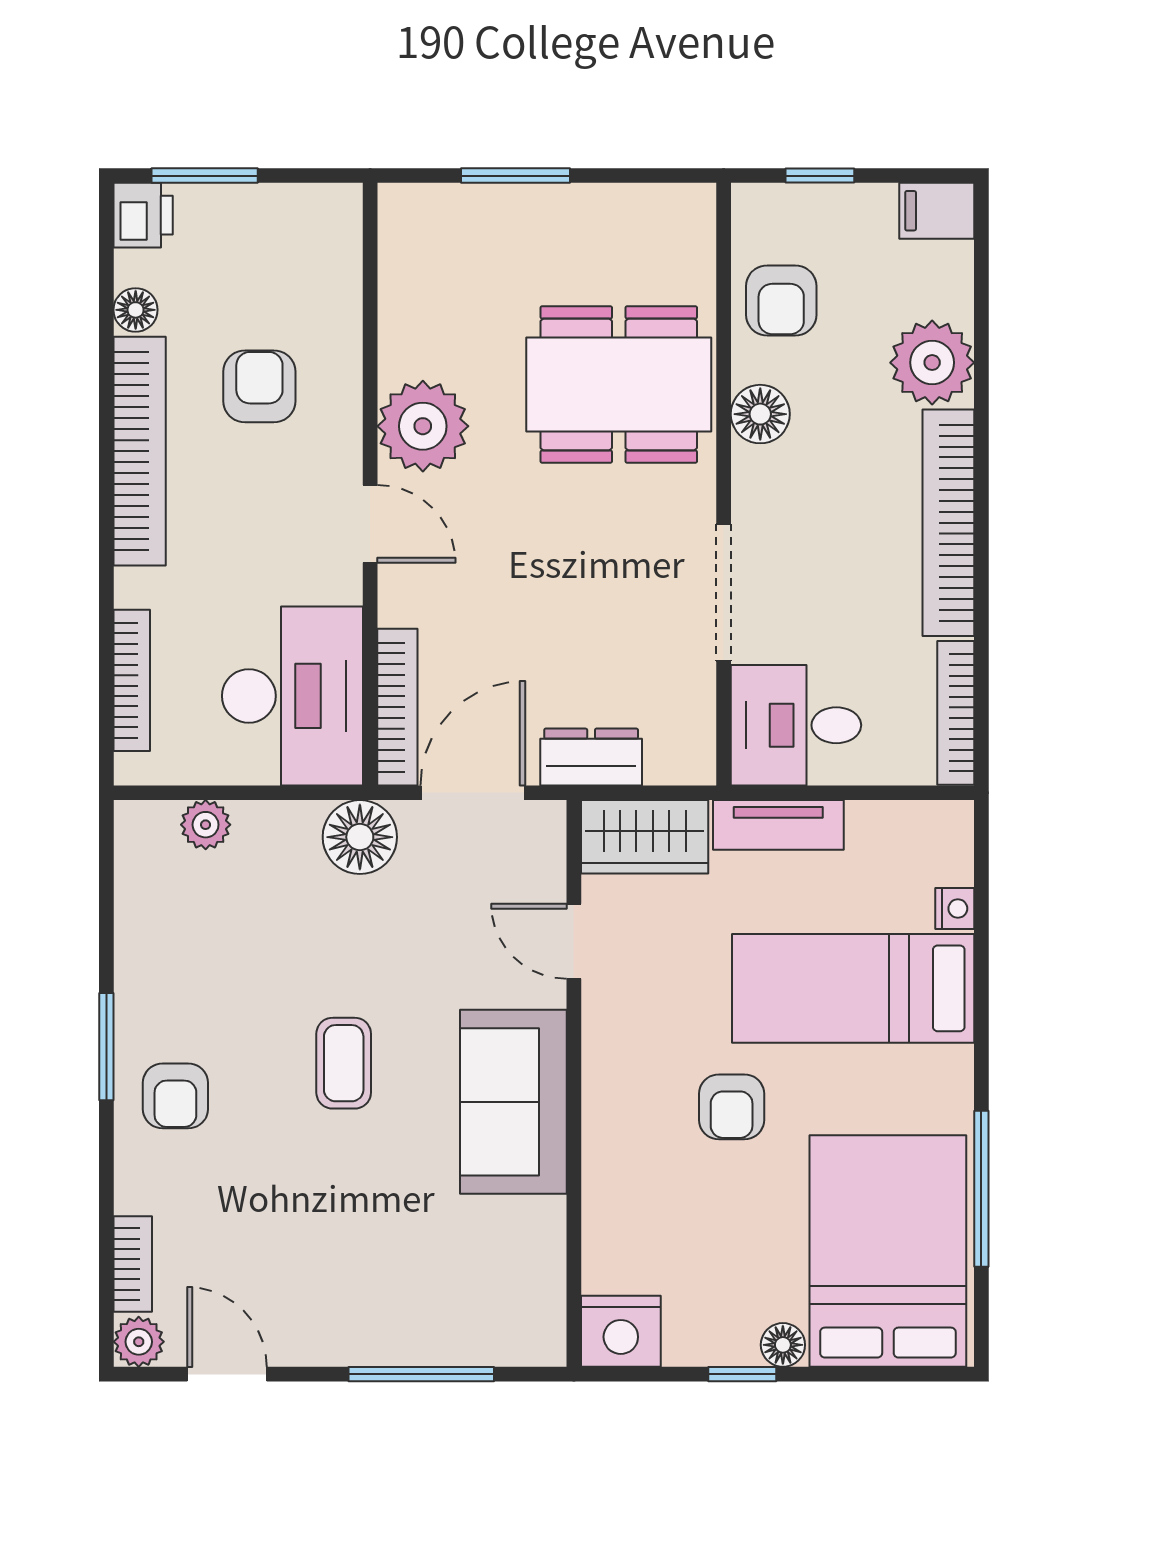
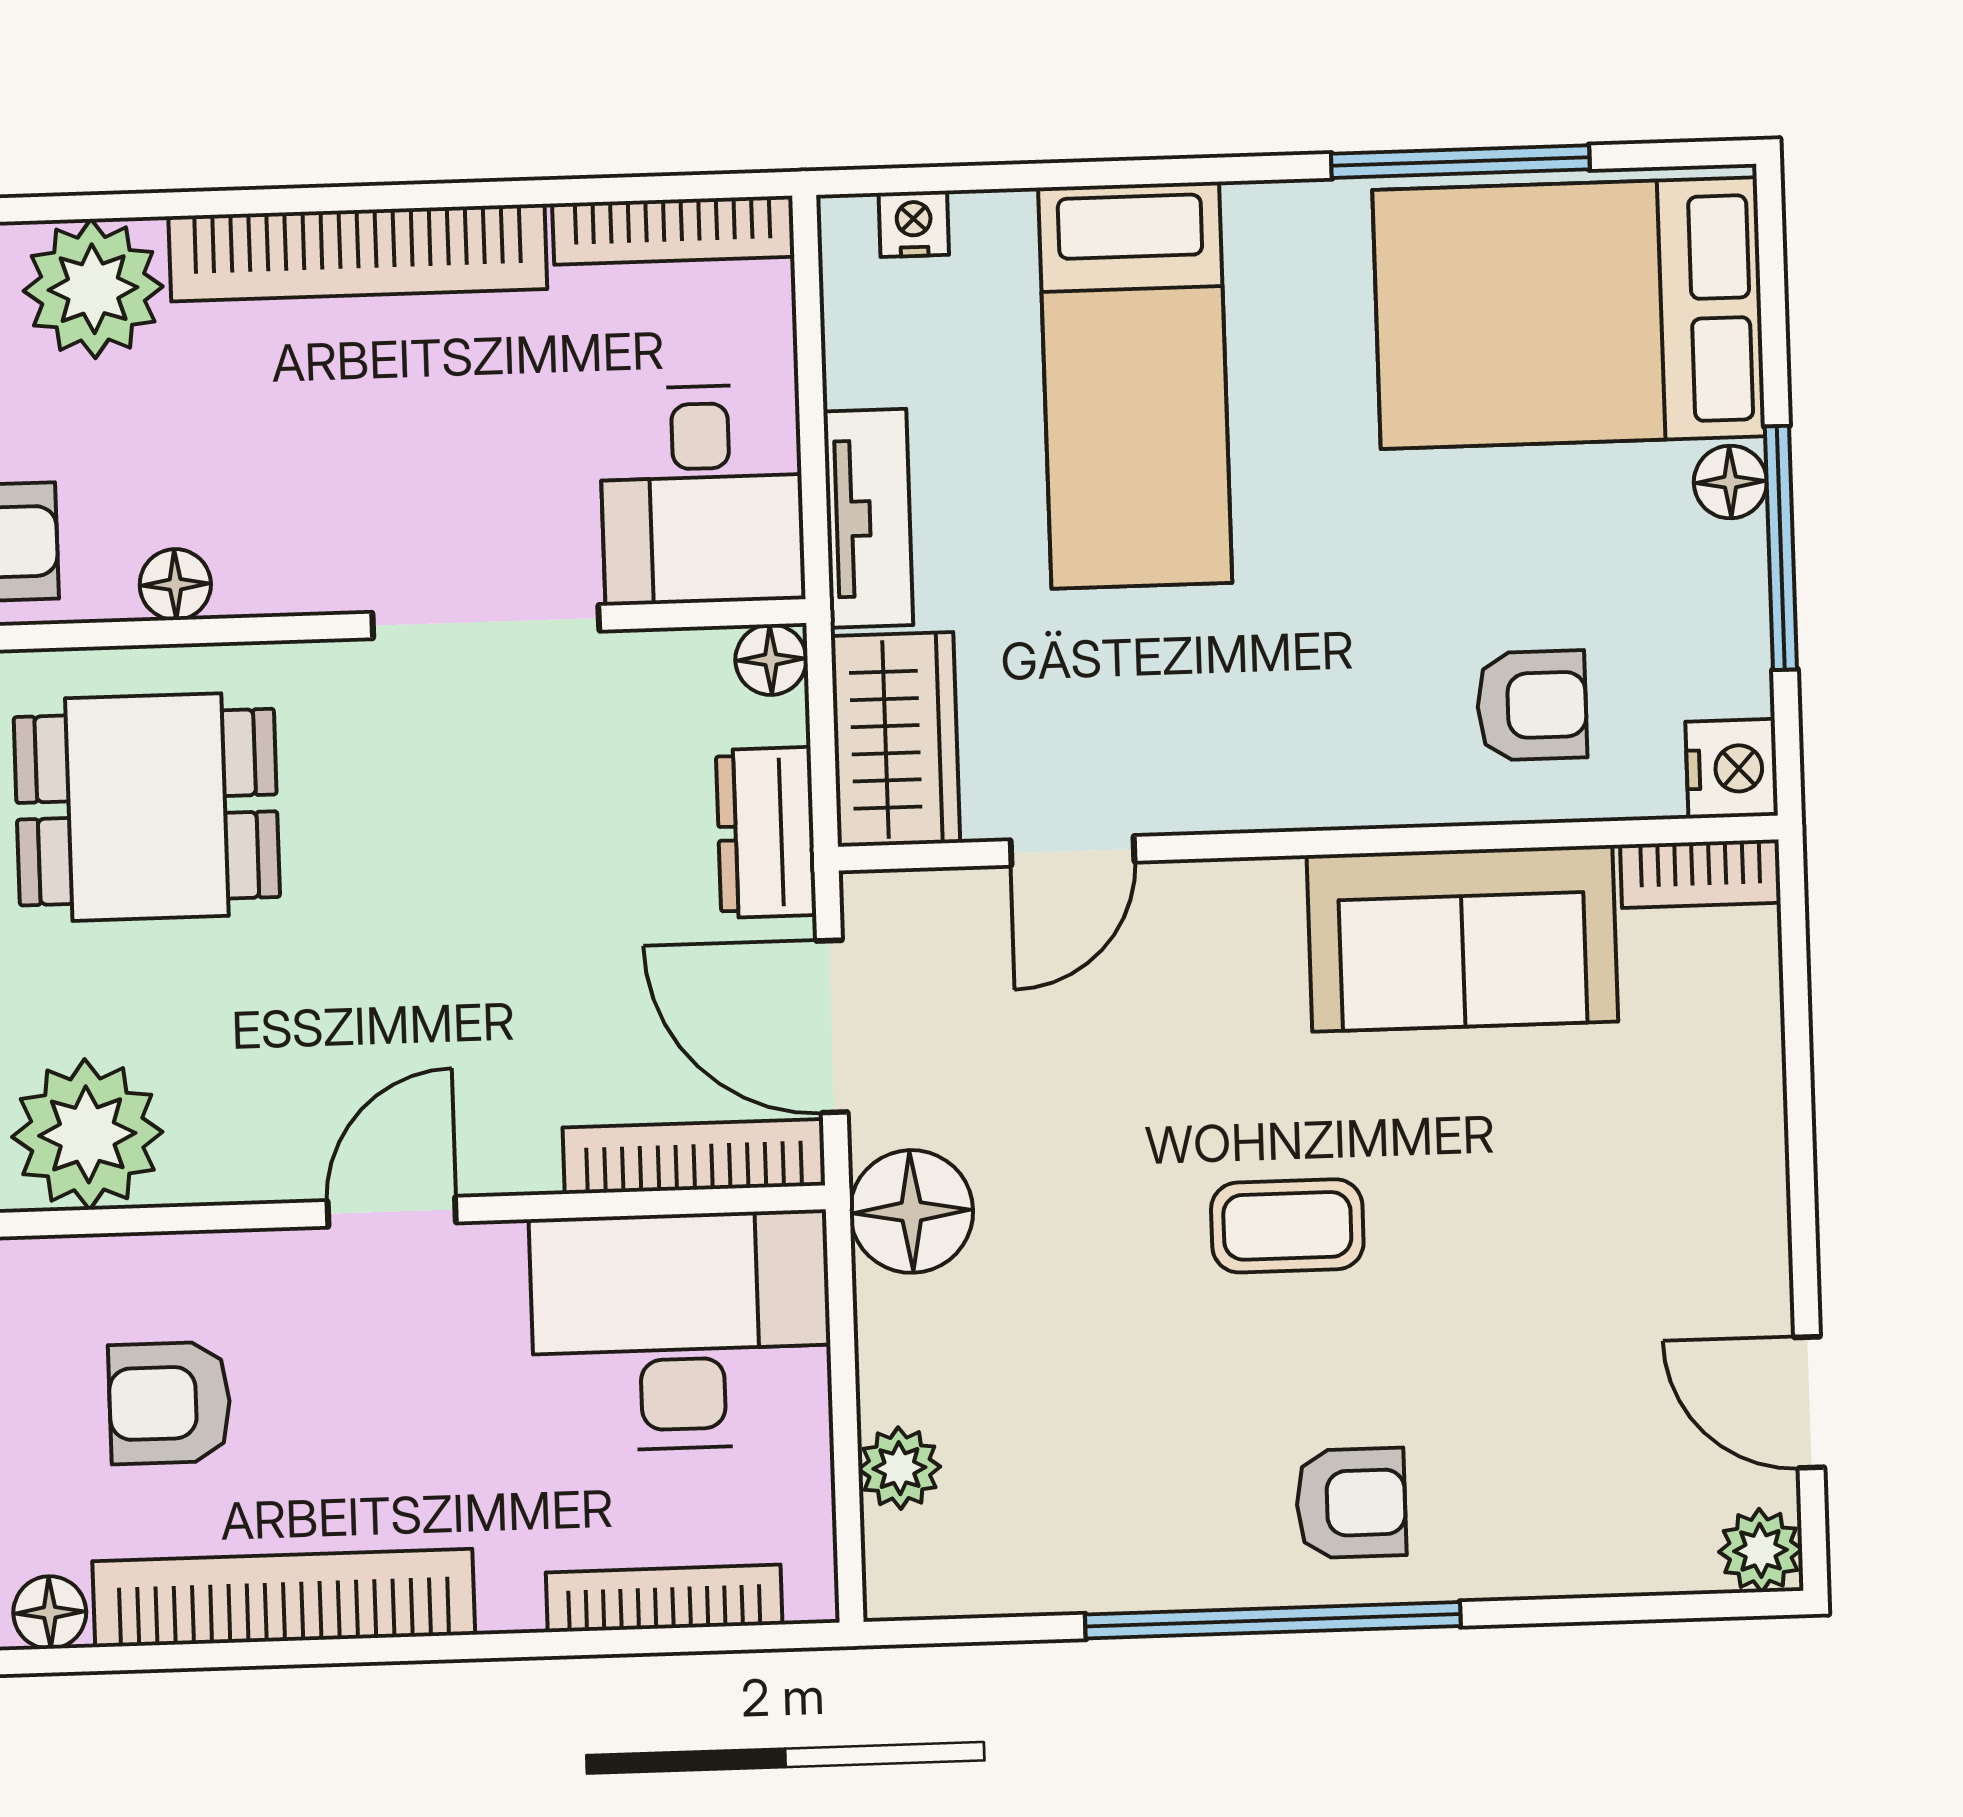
dining table: (619, 385) -> (147, 807), width x0.73
floor lamp: (760, 414) -> (175, 584), width x0.73, depth x0.73
plant: (423, 426) -> (87, 1134), moved
floor lamp: (695, 763) -> (771, 660), added
nightstand: (955, 909) -> (914, 224), moved
window: (106, 1047) -> (1273, 1620), width x2.11
sofa: (513, 1102) -> (1462, 938), moved
armchair: (732, 1107) -> (1532, 705), moved
bookcase: (133, 1264) -> (1700, 874), moved, turned 180
nightstand: (621, 1331) -> (1732, 769), width x0.74, depth x0.75
door: (227, 1374) -> (1809, 1402), hinge flipped
window: (421, 1374) -> (1799, 1080), removed
window: (742, 1374) -> (1781, 548), width x2.17

